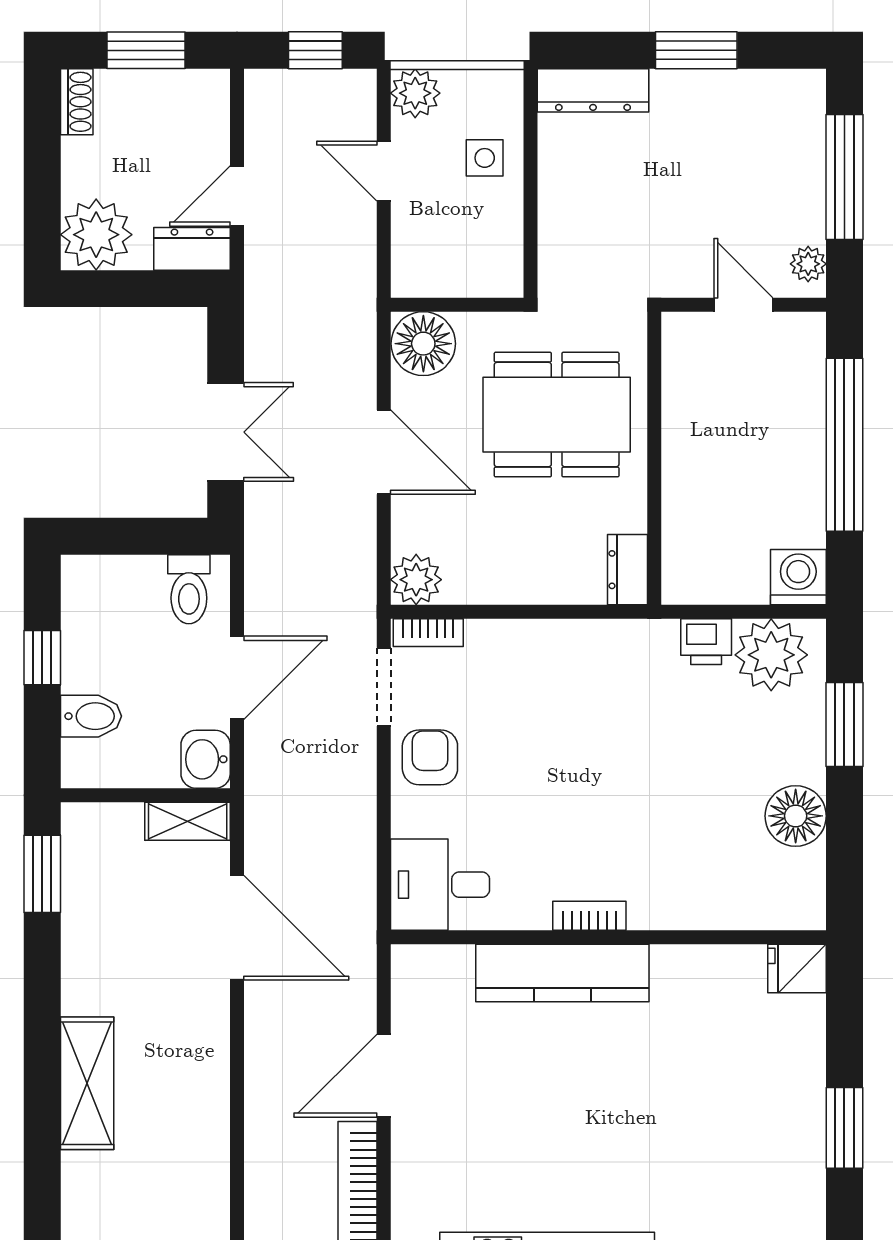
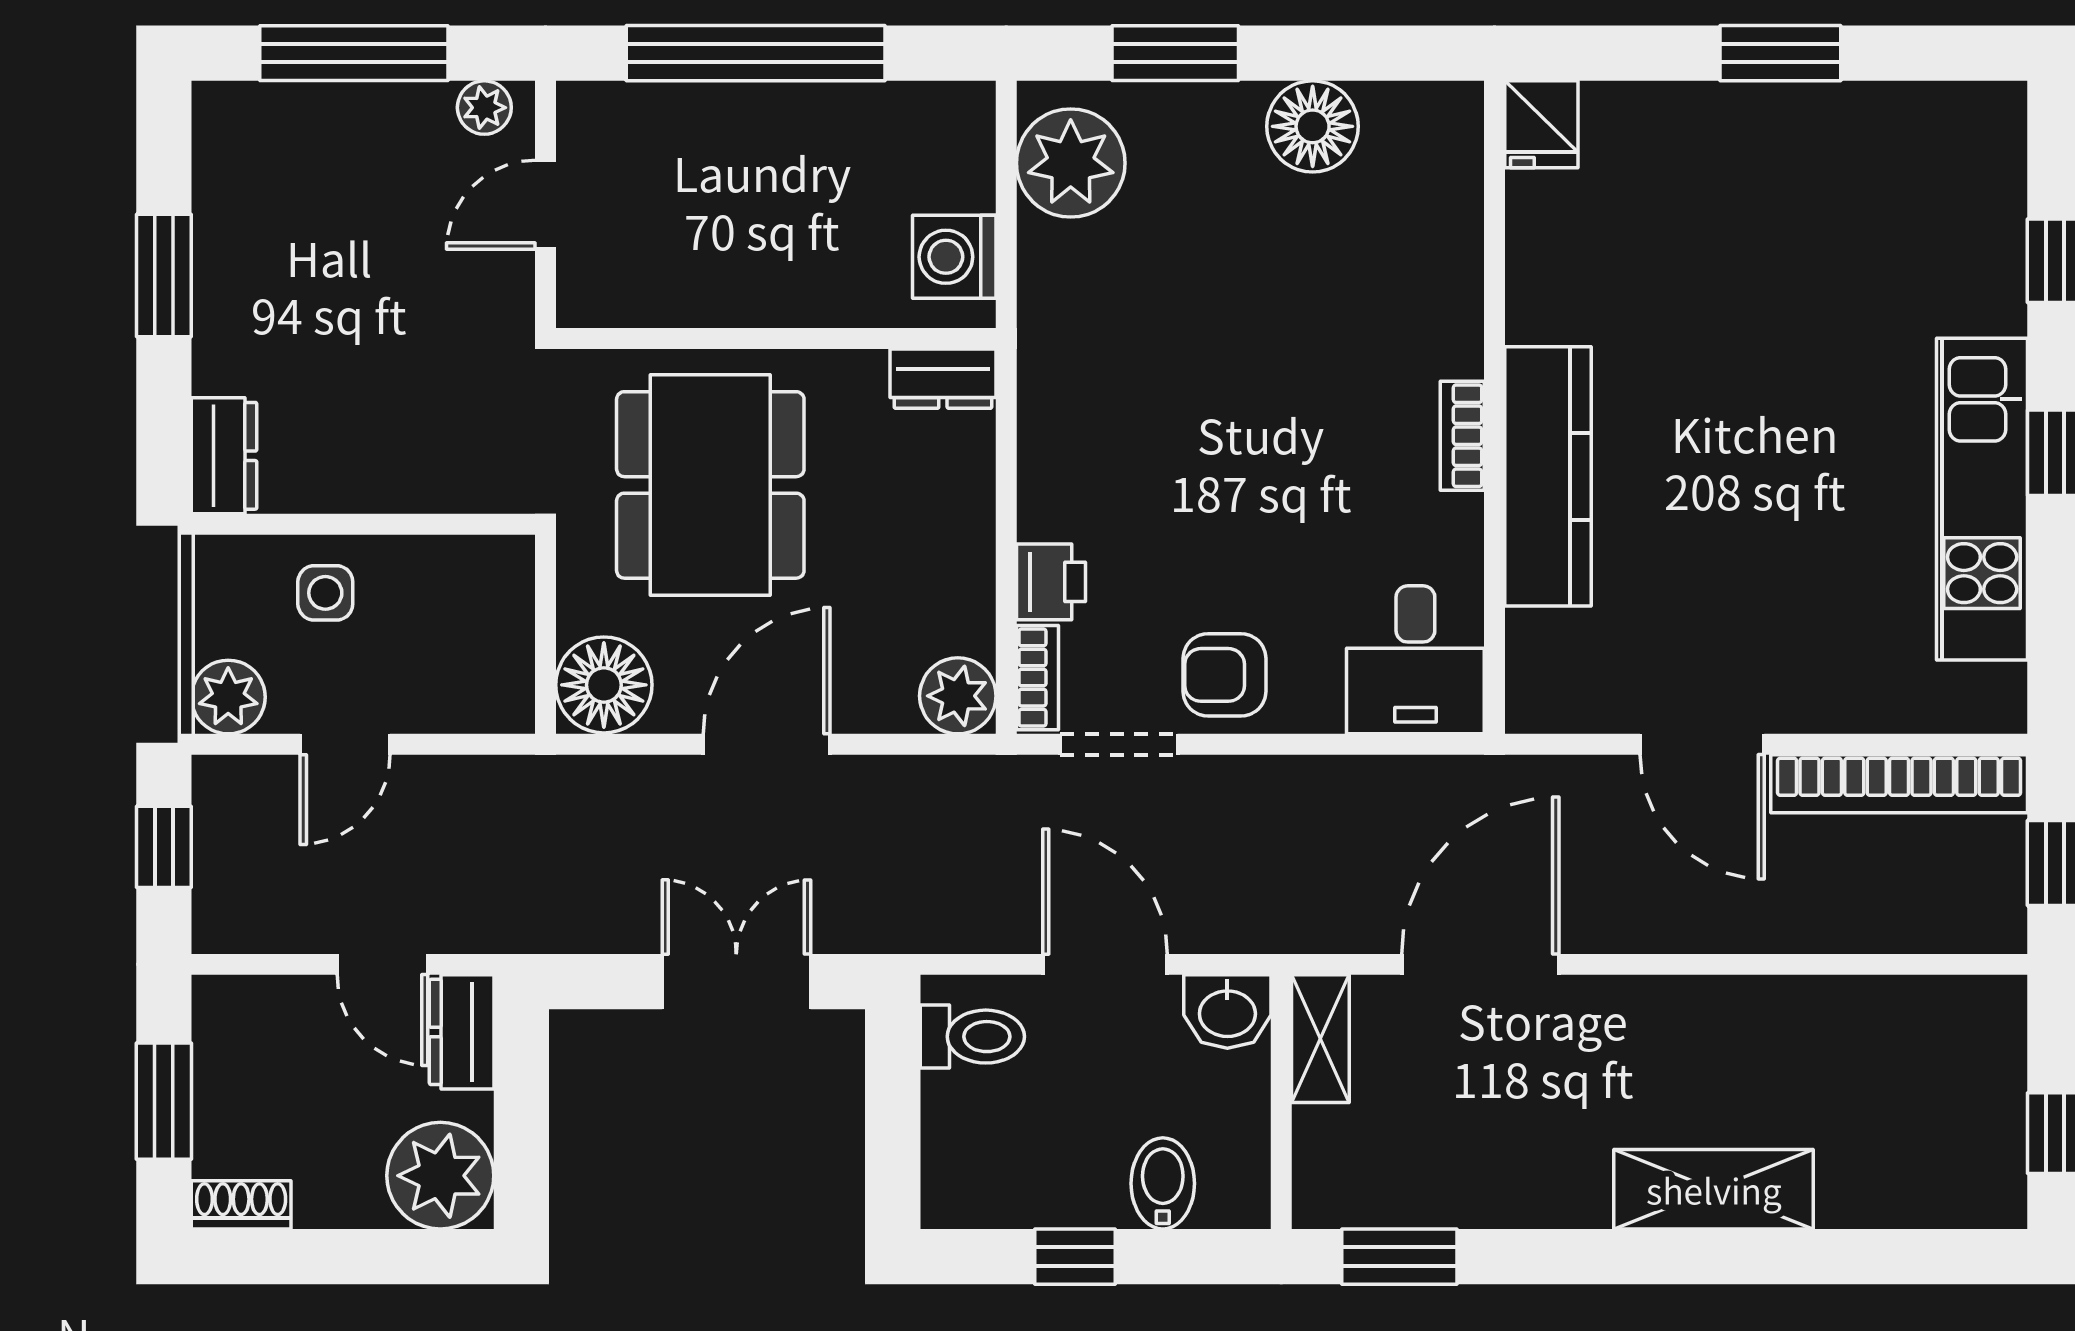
dresser: (593, 90) -> (224, 456), width x0.70
washing machine: (798, 577) -> (954, 257), moved
printer: (706, 642) -> (1051, 582), moved

